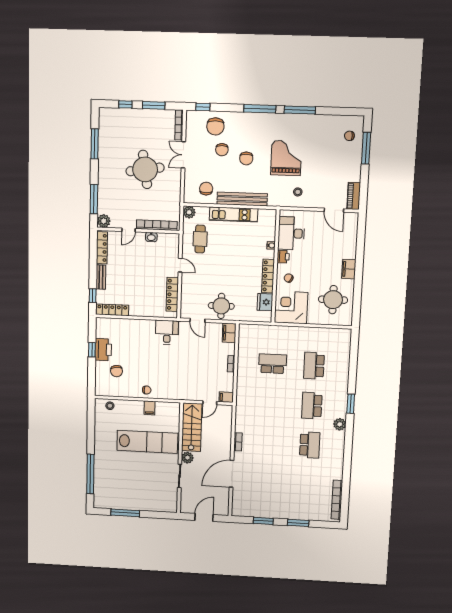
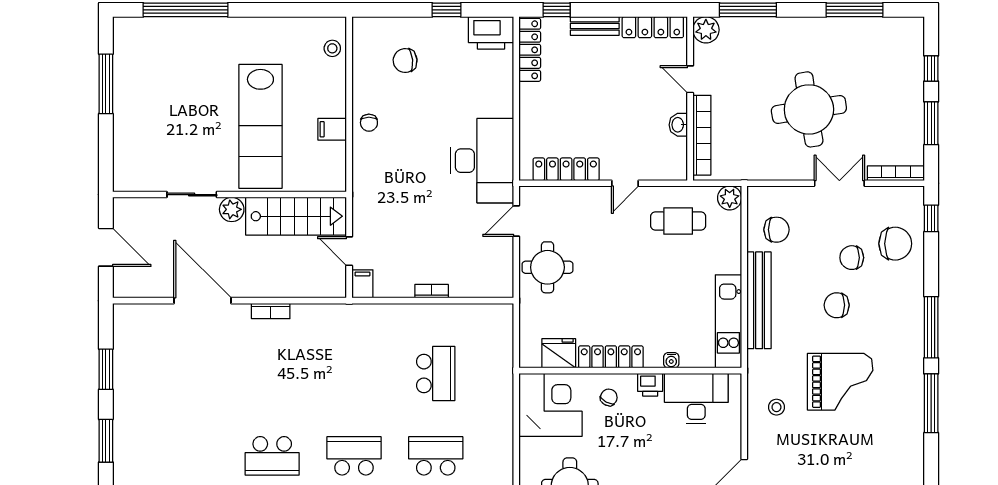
chair: (215, 126) -> (895, 244), turned 180
kitchen unit: (234, 214) -> (728, 321), moved
desk: (167, 332) -> (482, 161), width x1.87, depth x1.30
filing cabinet: (229, 333) -> (494, 285), removed
printer: (103, 350) -> (491, 33), moved

